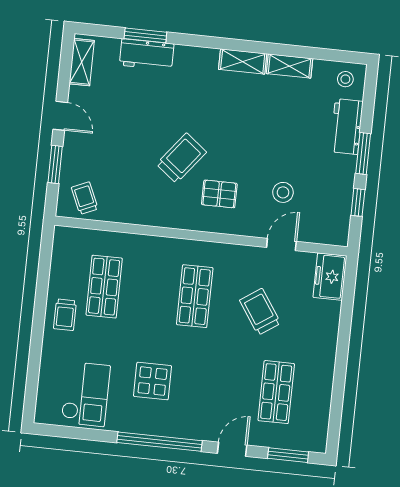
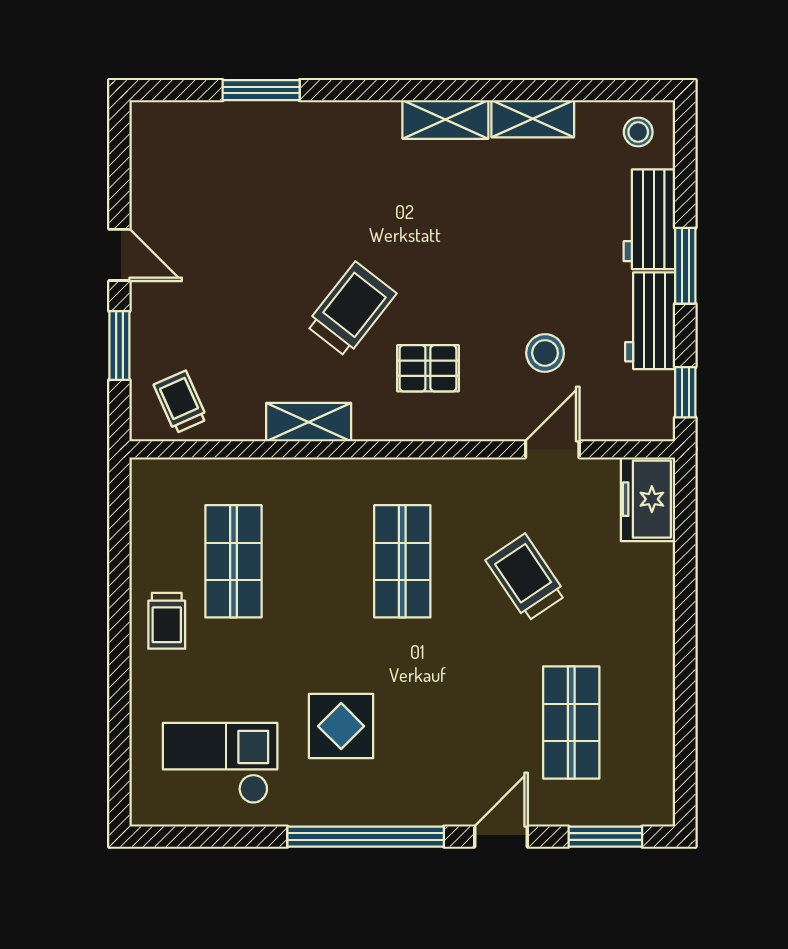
workbench: (147, 55) -> (650, 321), moved, turned 90
shelving: (82, 62) -> (309, 422), moved, turned 90
window: (358, 202) -> (685, 392), moved
checkout: (86, 394) -> (220, 763), turned -90

